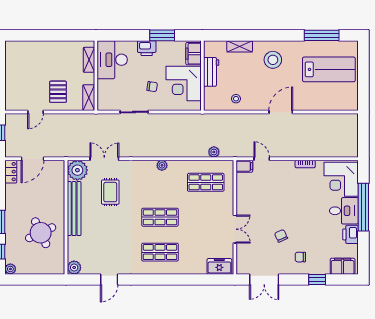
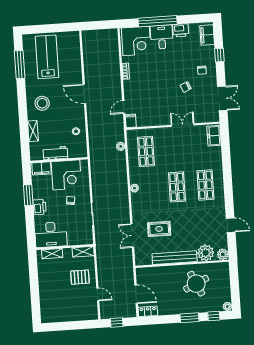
plant: (77, 170) -> (206, 253), moved

